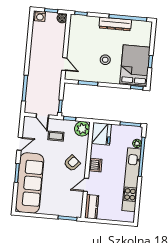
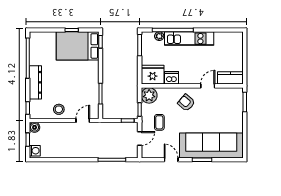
dresser: (115, 24) -> (35, 82), moved
stool: (105, 60) -> (59, 109), moved
dishwasher: (95, 165) -> (172, 78), moved
kitchen unit: (131, 180) -> (189, 39), width x0.73
door: (86, 185) -> (208, 86), swing flipped

